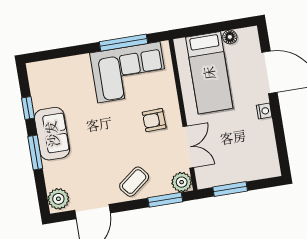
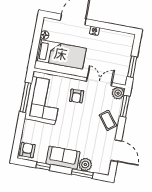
armchair: (44, 75) -> (27, 150), added
window: (35, 153) -> (82, 173), moved
plant: (58, 199) -> (85, 165), moved

